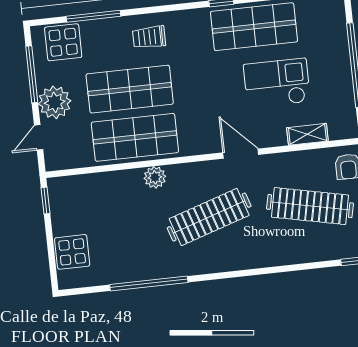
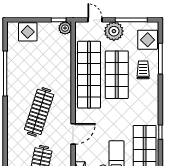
trolley: (149, 37) -> (143, 70), moved
shop shelf: (135, 137) -> (89, 75), width x1.40
plant: (155, 177) -> (65, 28), moved
clothes rail: (209, 217) -> (39, 112), turned 36

